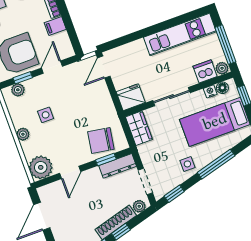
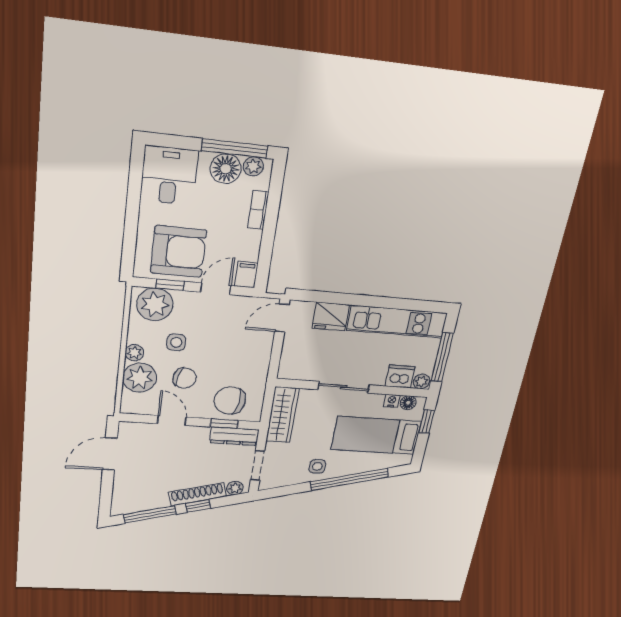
filing cabinet: (55, 26) -> (246, 274), moved, turned 90
plant: (18, 90) -> (155, 304), width x1.88, depth x1.88
fridge: (131, 97) -> (331, 316), moved, turned 180
wardrobe: (139, 128) -> (282, 415), width x1.50
chair: (63, 138) -> (185, 378), added
window: (216, 164) -> (349, 479), width x1.46
plant: (41, 167) -> (140, 378), moved
door: (70, 172) -> (172, 420), swing flipped
window: (174, 194) -> (283, 491), removed

